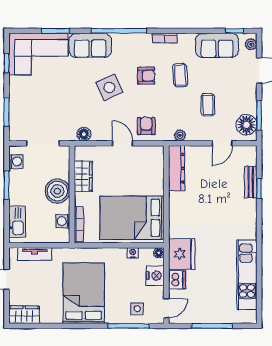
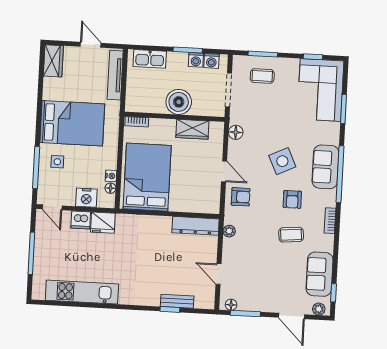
sofa: (90, 45) -> (325, 167), moved
coffee table: (208, 105) -> (262, 76), moved
floor lamp: (246, 125) -> (231, 305), width x0.53, depth x0.53
door: (122, 143) -> (224, 171), hinge flipped
washing machine: (63, 221) -> (196, 60), moved, turned 180
bookcase: (79, 224) -> (137, 122), width x0.64
floor lamp: (159, 253) -> (110, 188), moved
tv unit: (35, 254) -> (115, 75), width x1.41
fridge: (182, 254) -> (103, 223), width x0.73, depth x0.75
side table: (137, 309) -> (57, 162), moved

